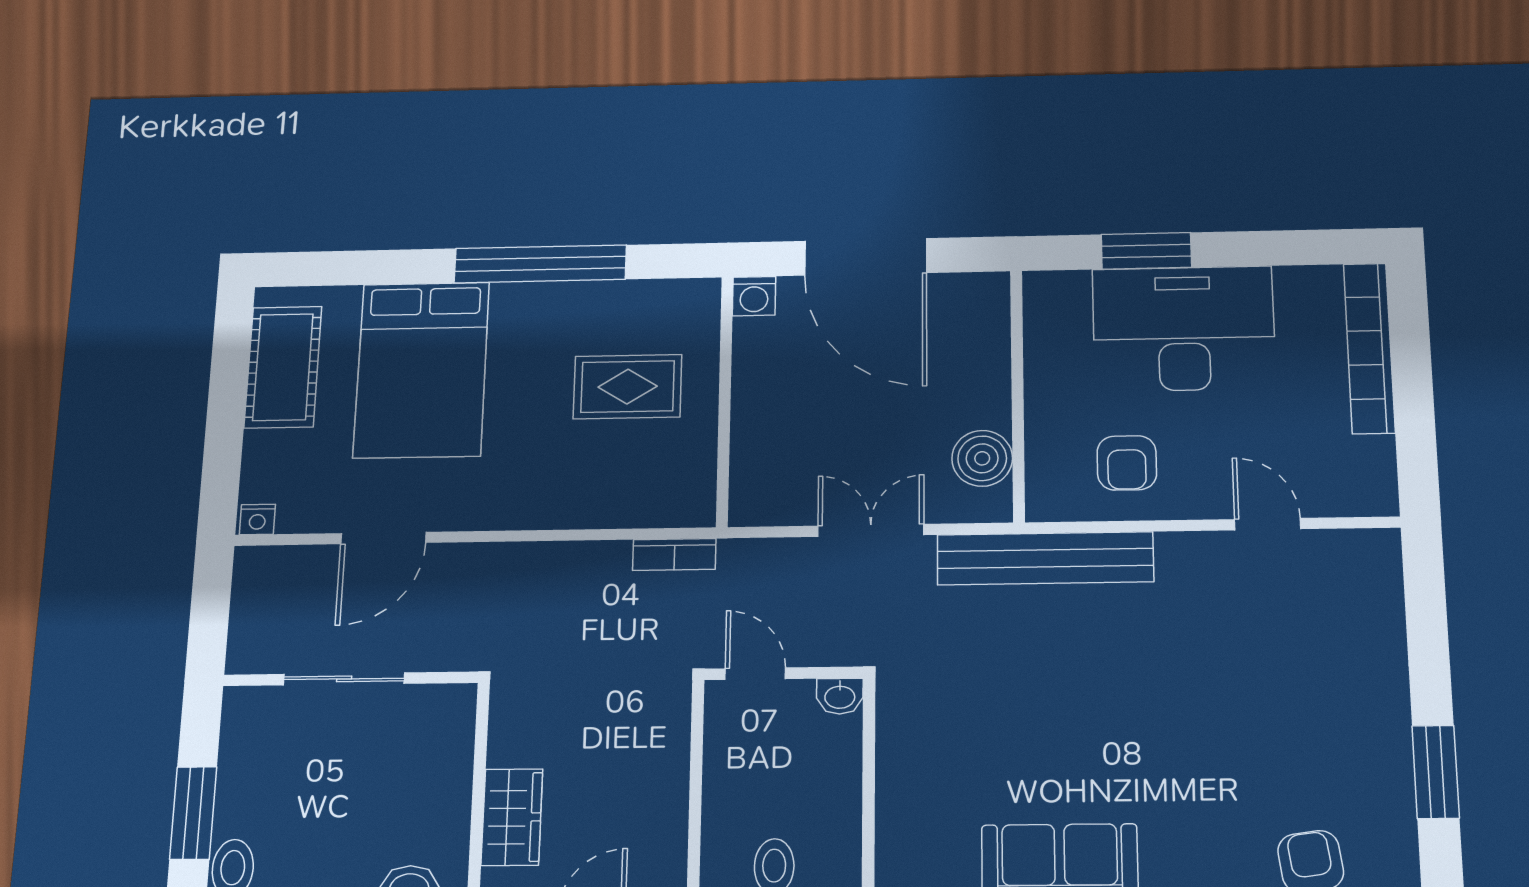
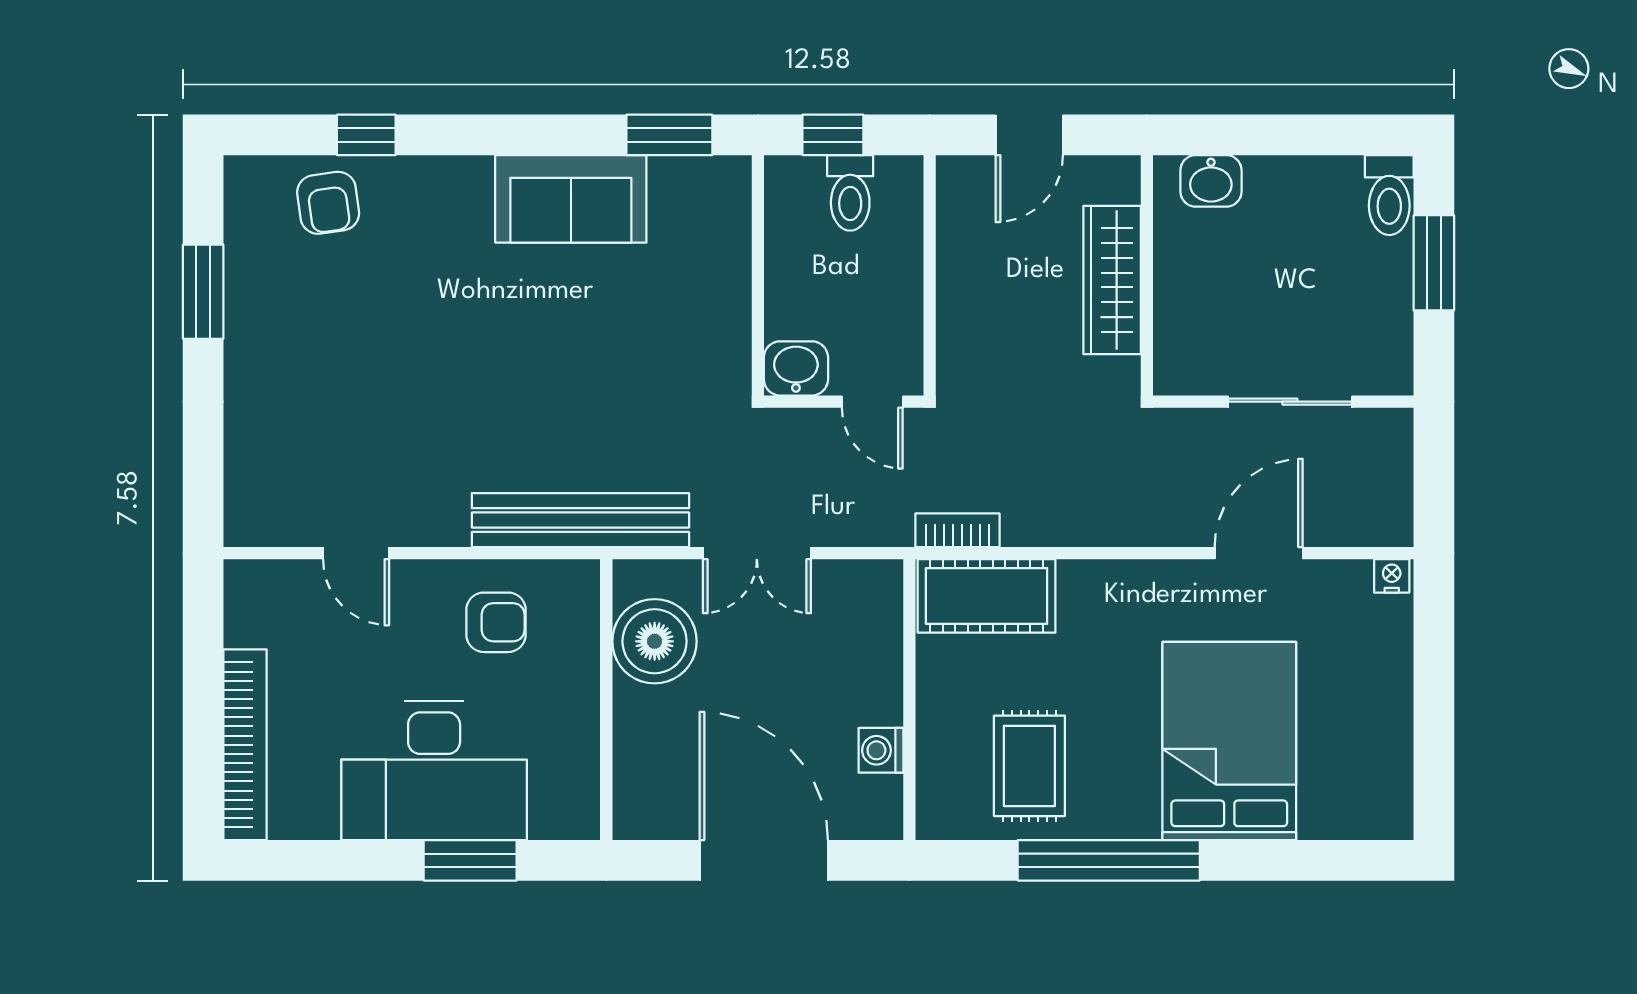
washing machine: (754, 296) -> (881, 750), moved, turned -90
cot: (283, 367) -> (986, 596), moved, turned 90
rug: (628, 387) -> (1029, 766), moved, turned 90
boiler: (982, 458) -> (655, 641), width x1.37, depth x1.37
armchair: (1127, 463) -> (496, 622), turned 90
washbasin: (840, 696) -> (796, 368), width x1.38, depth x1.45
wardrobe: (512, 817) -> (1112, 280), width x1.50

